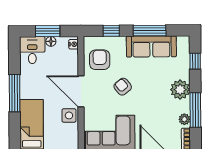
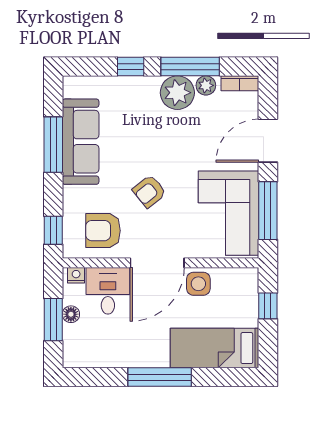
window: (111, 31) -> (53, 230), moved
desk: (32, 50) -> (108, 291), moved, turned 90
window: (195, 61) -> (131, 67), moved
plant: (180, 90) -> (177, 93), moved

